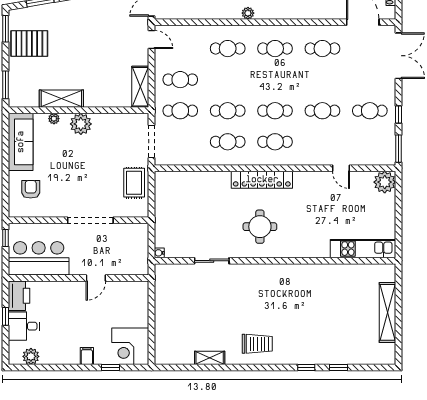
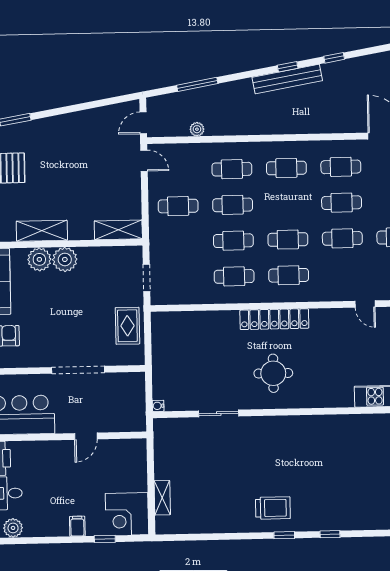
plant: (248, 13) -> (197, 129), moved
cafe table: (322, 80) -> (342, 203), added
shelving: (140, 87) -> (118, 230), moved, turned 90
cafe table: (180, 111) -> (233, 205), moved
plant: (54, 119) -> (39, 259), width x1.88, depth x1.88
doorway: (151, 141) -> (146, 278), width x0.73
shelving: (210, 358) -> (162, 498), moved, turned 90
window: (339, 368) -> (284, 535), moved

